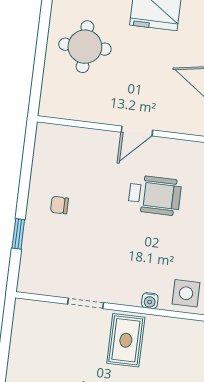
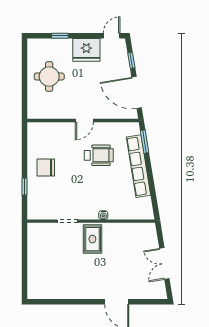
chair: (59, 205) -> (46, 168), width x1.87, depth x1.87
side table: (186, 293) -> (123, 208), removed

